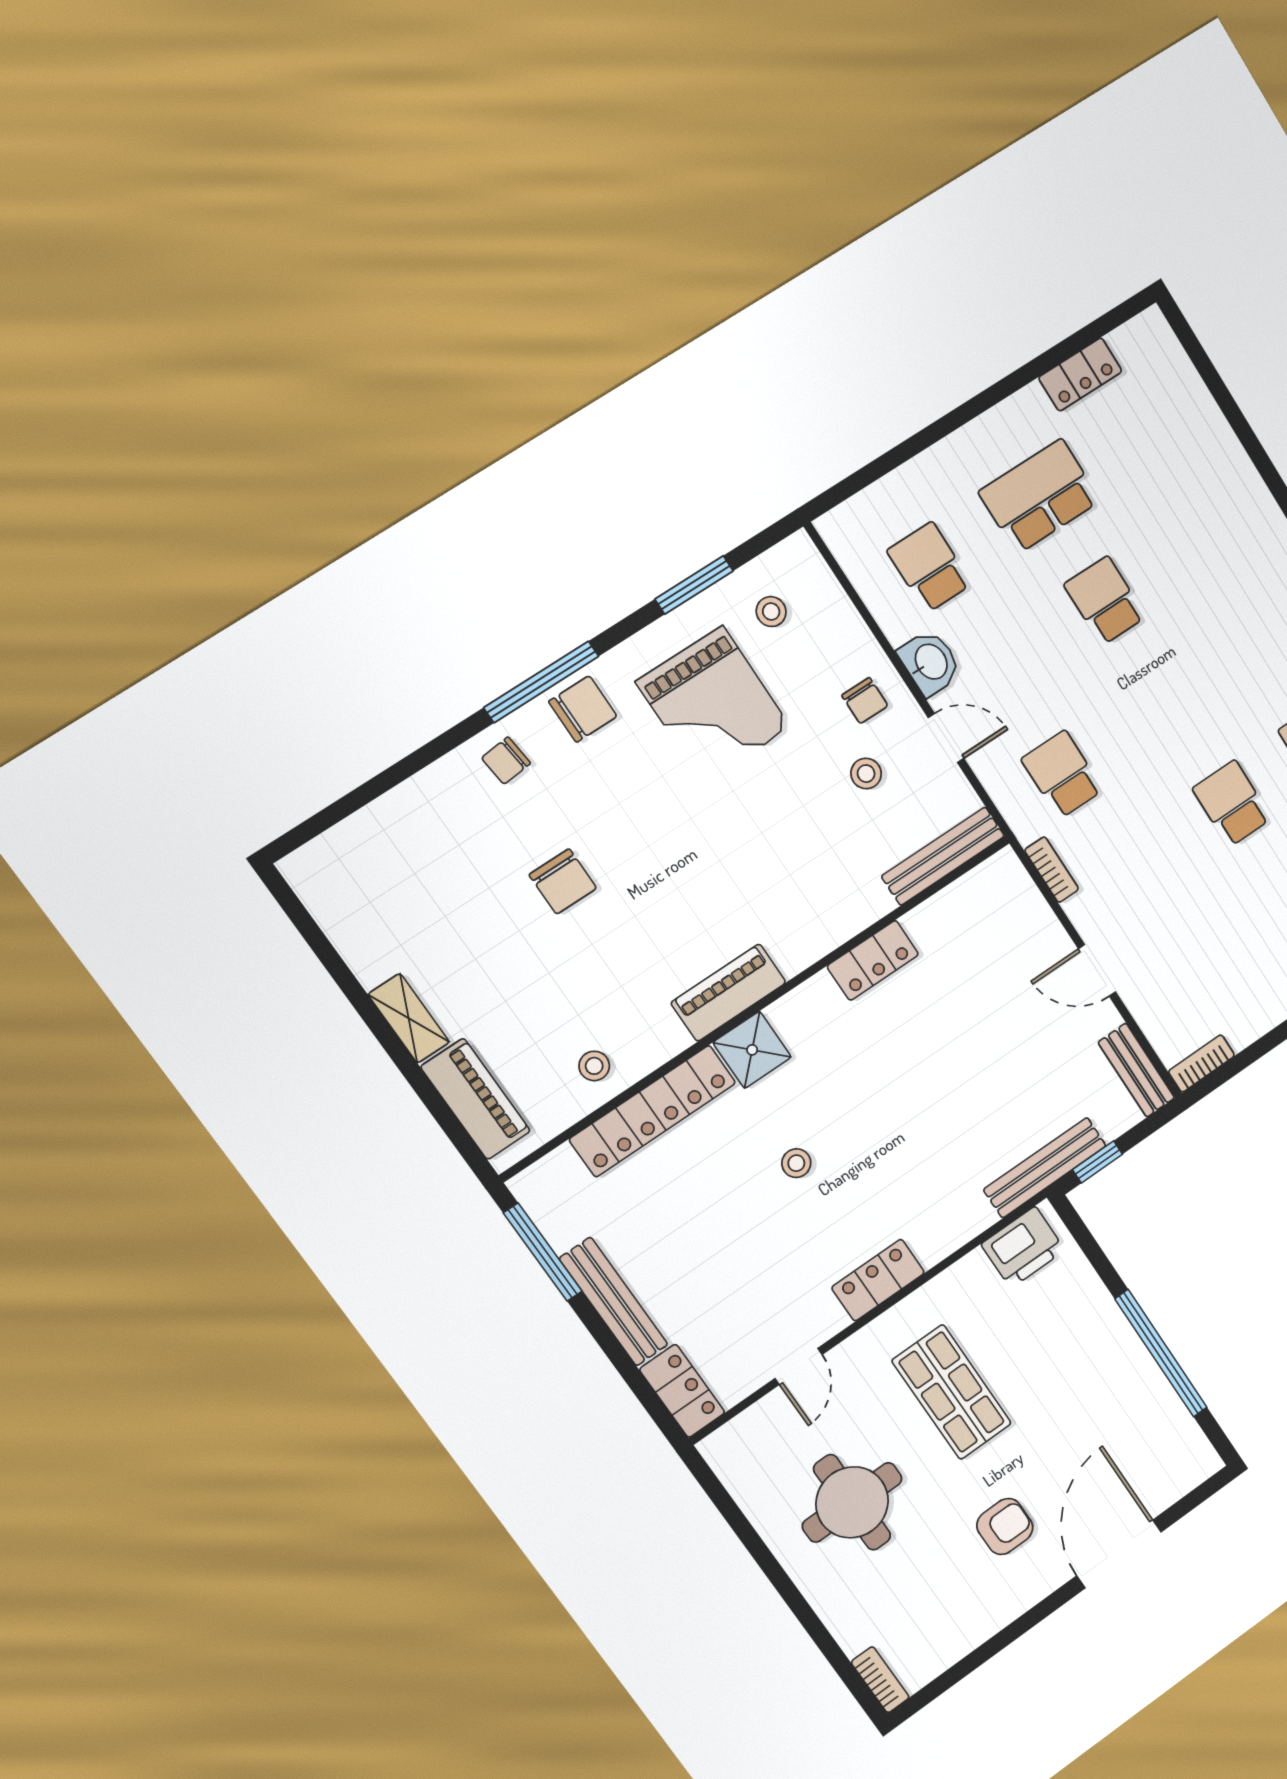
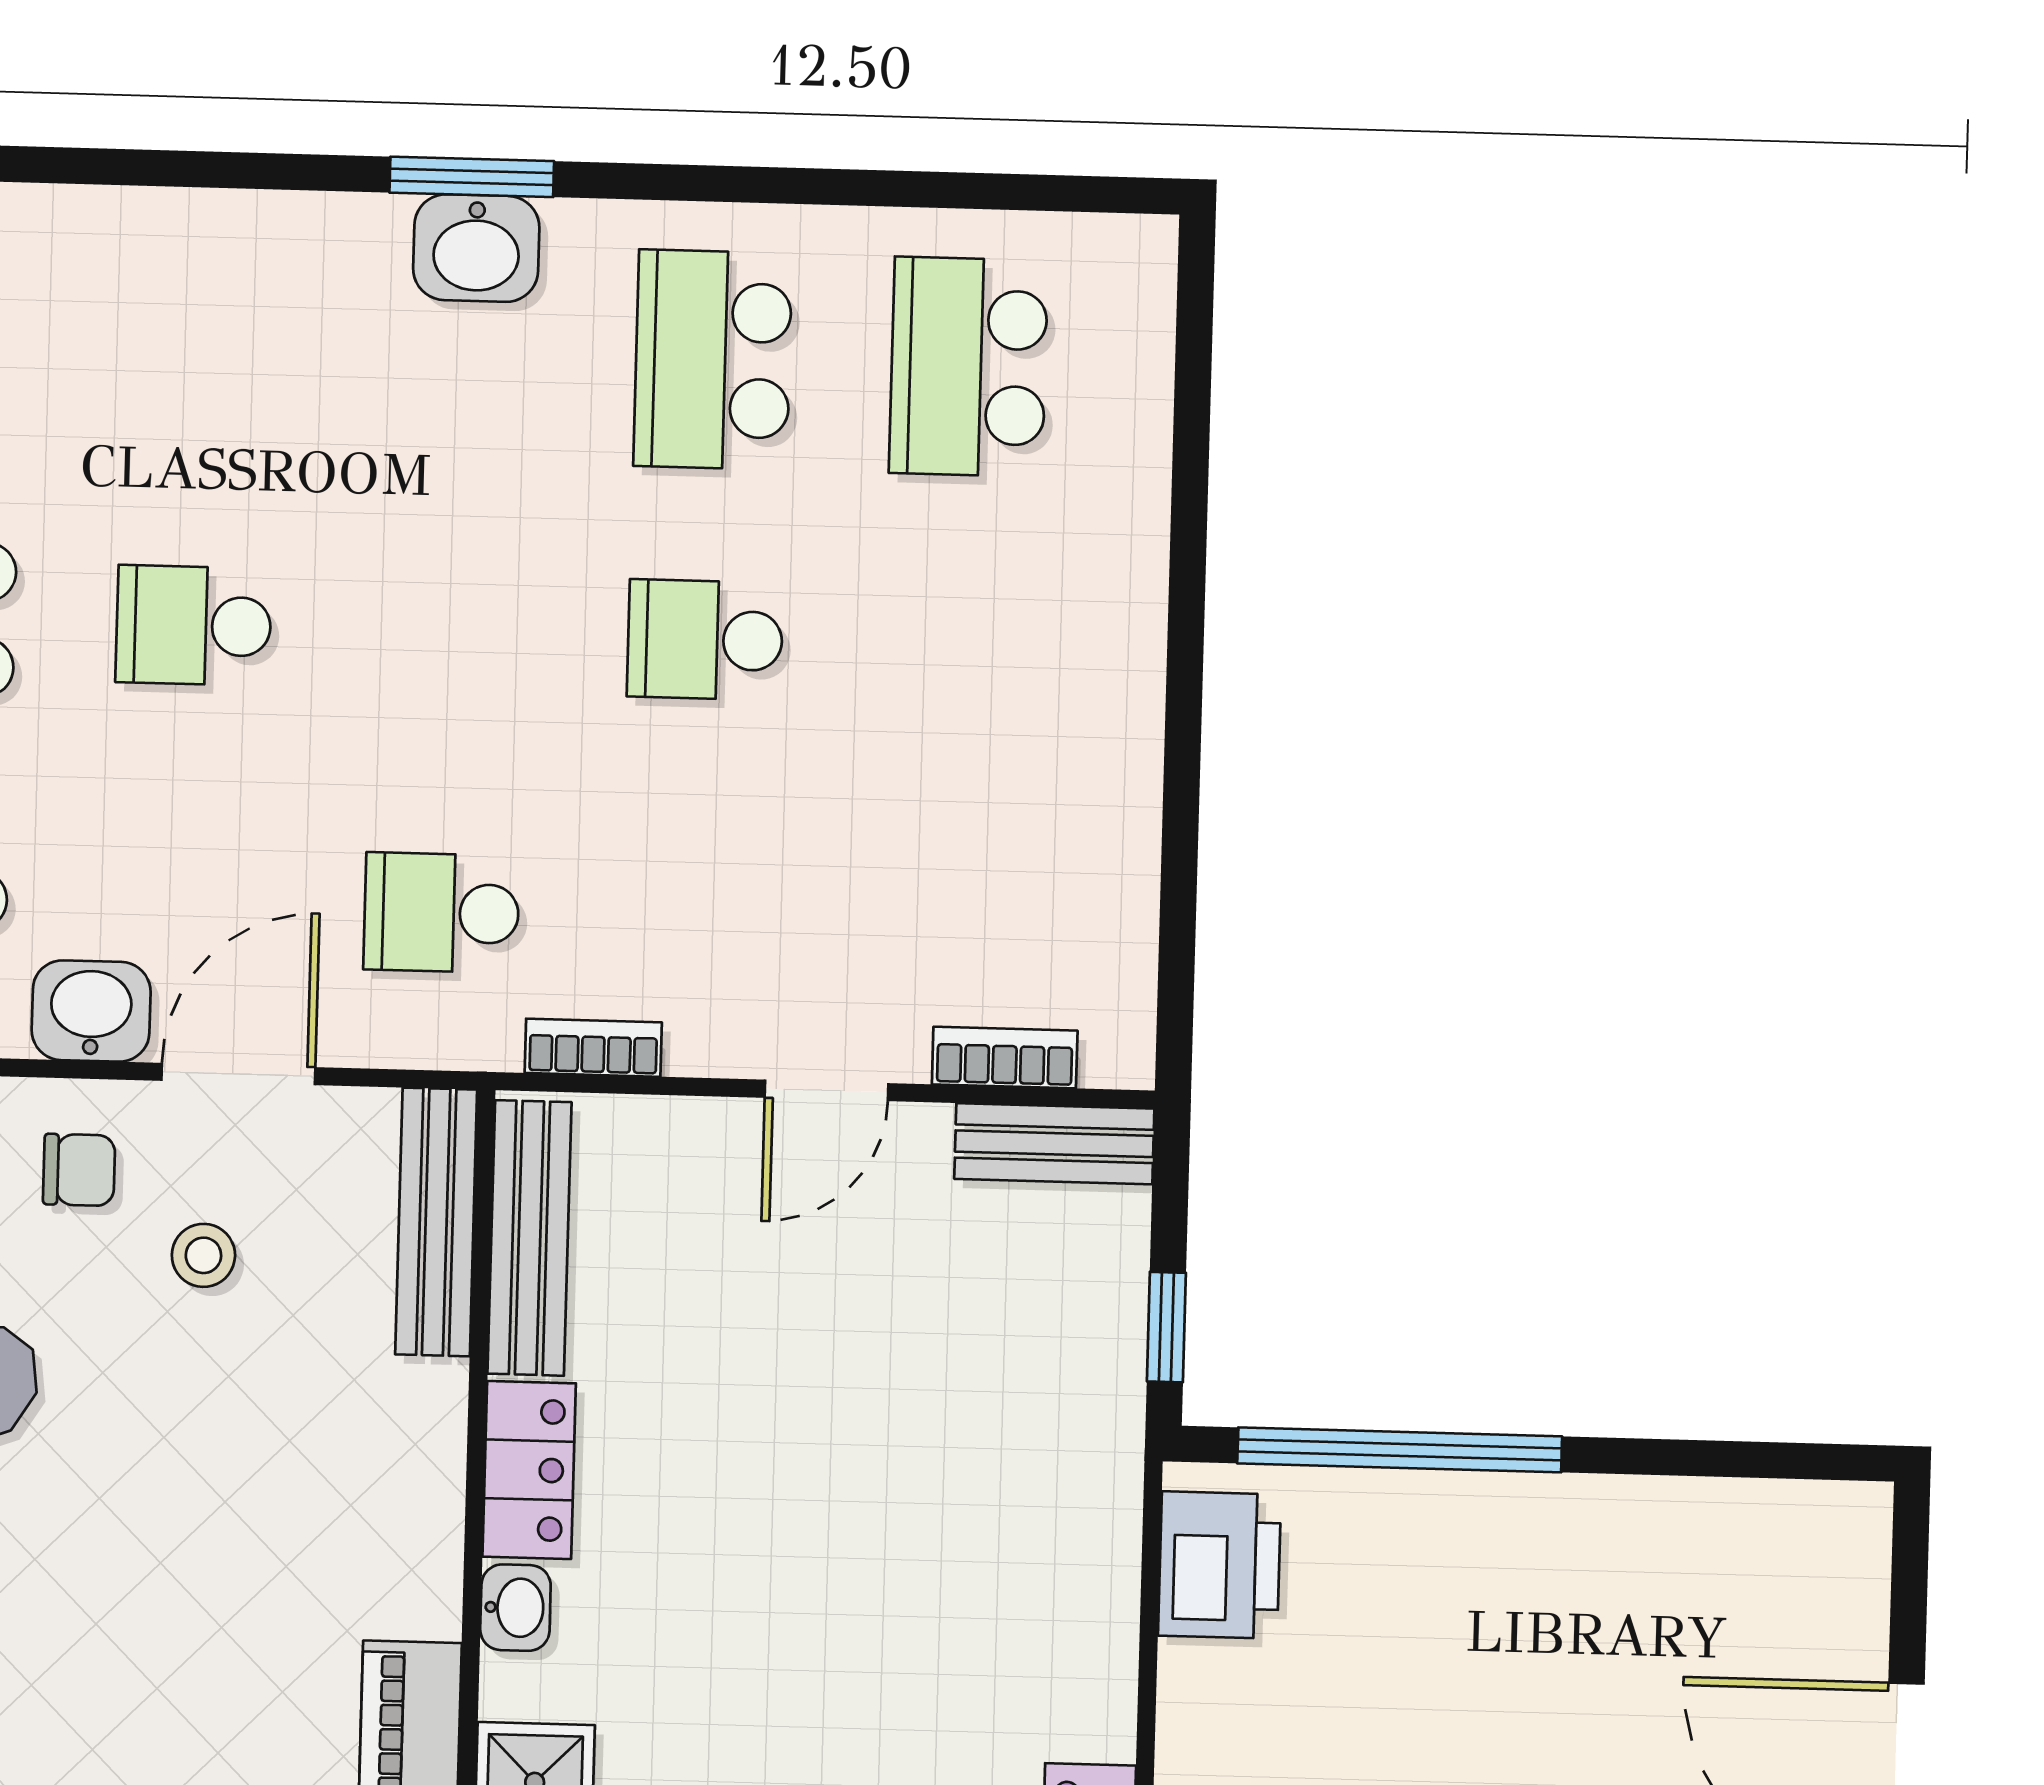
door: (946, 738) -> (238, 1074), width x1.37
washbasin: (815, 993) -> (515, 1608), added
bookcase: (1201, 1063) -> (1005, 1058), moved, turned 90
bench: (1045, 1168) -> (529, 1238), moved
window: (1161, 1353) -> (1400, 1450), moved

